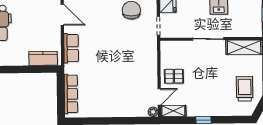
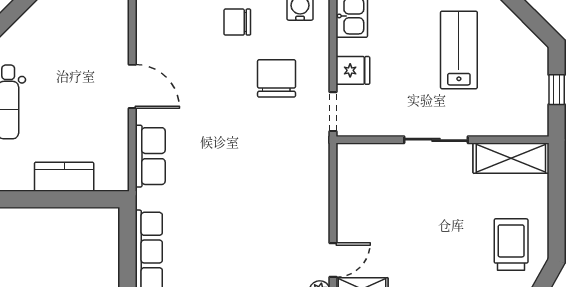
kitchen counter: (43, 58) -> (64, 177), moved
pallet: (174, 76) -> (364, 217), removed

